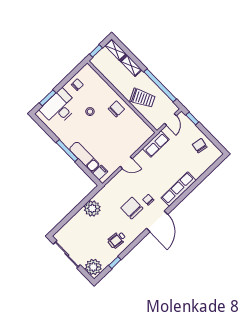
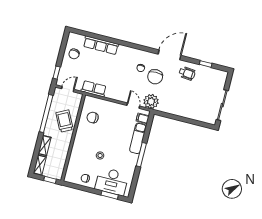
chair: (116, 109) -> (93, 118), moved
door: (126, 163) -> (133, 106), moved
row of seats: (179, 189) -> (101, 45), moved
plant: (92, 208) -> (151, 101), moved
door: (157, 221) -> (169, 55), moved
plant: (93, 267) -> (219, 79), removed

